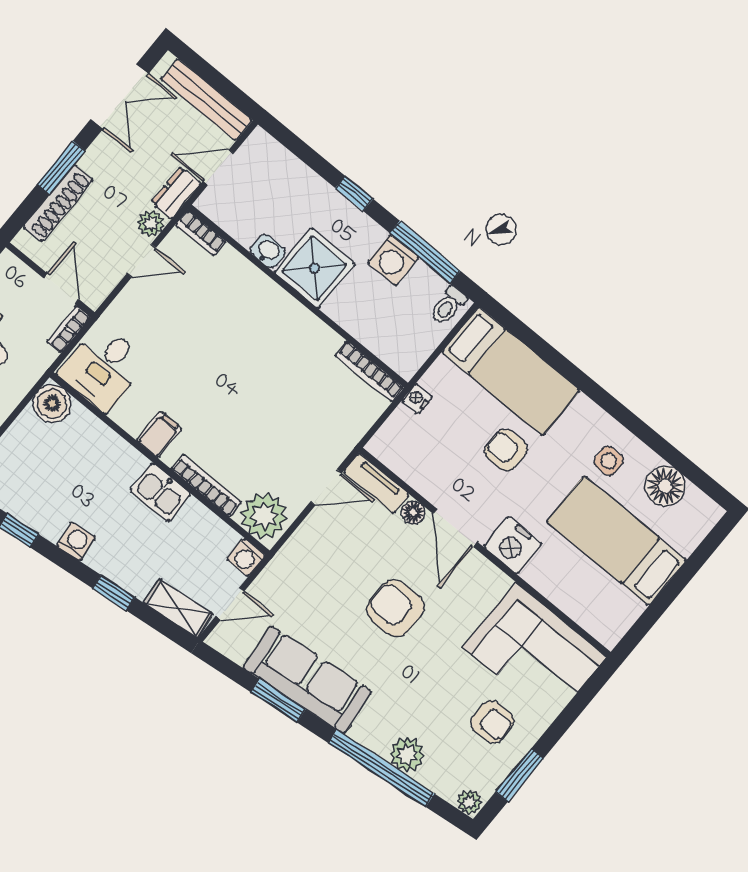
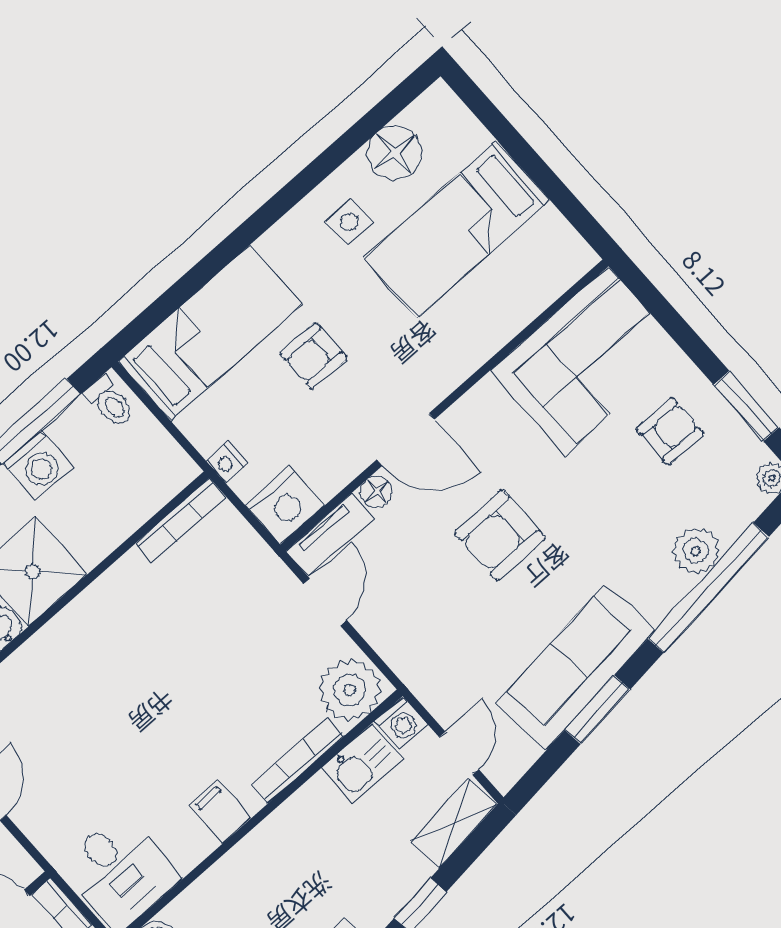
kitchen sink: (160, 492) -> (363, 764), moved
nightstand: (513, 545) -> (285, 505), moved

